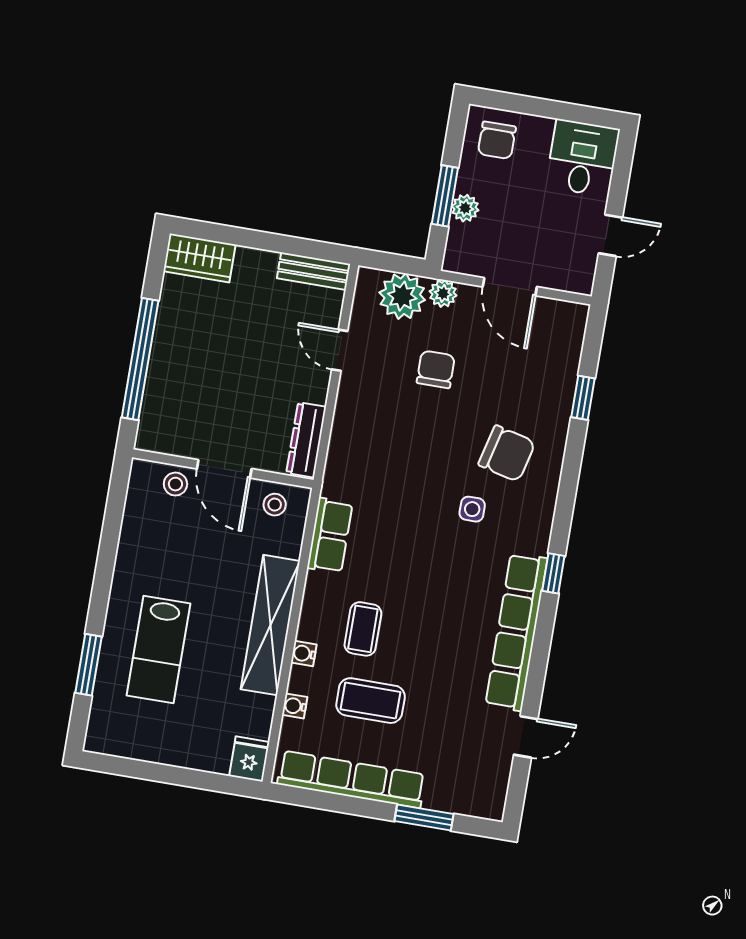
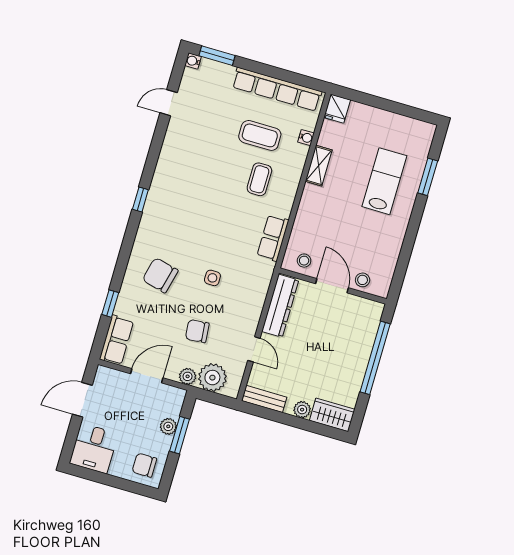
chair: (497, 140) -> (144, 465), turned -90
door: (611, 235) -> (82, 400), width x1.38
plant: (250, 261) -> (302, 410), added
door: (510, 287) -> (147, 376), hinge flipped
chair: (436, 369) -> (197, 331), turned 85
dresser: (306, 440) -> (280, 306), width x1.37, depth x1.24
side table: (472, 509) -> (212, 278), moved
shelving: (270, 625) -> (319, 166), width x0.45, depth x0.75
row of seats: (516, 632) -> (117, 340), moved, width x0.50
water cooler: (304, 653) -> (193, 61), moved, turned 180
window: (424, 818) -> (217, 56), moved

